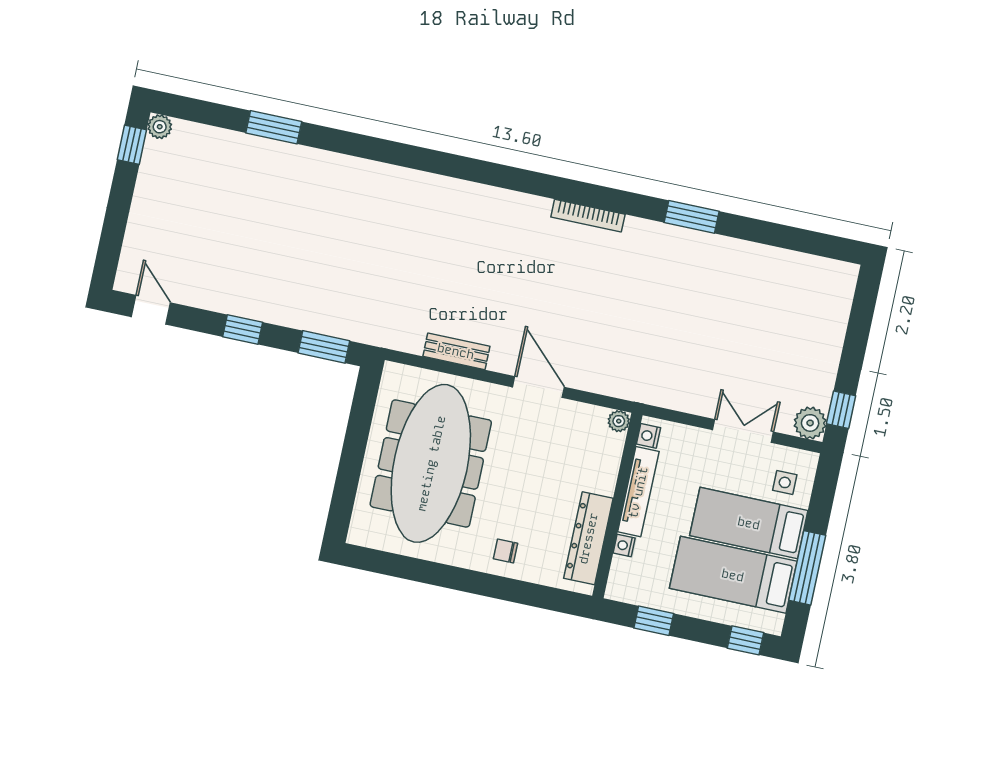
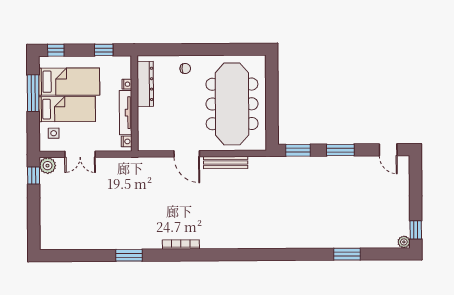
window: (243, 329) -> (340, 150), width x1.50
bench: (456, 351) -> (226, 163), width x1.36
plant: (619, 421) -> (143, 146), removed

